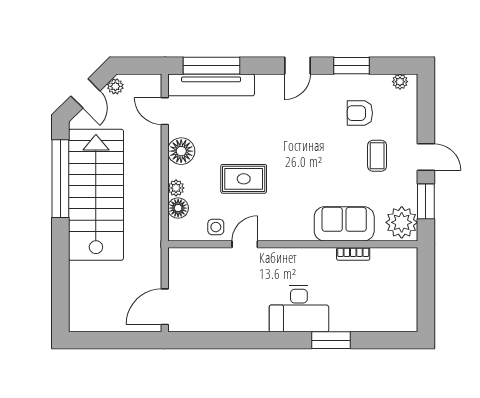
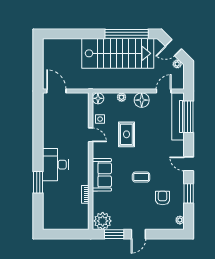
coffee table: (377, 156) -> (141, 177), moved
floor lamp: (178, 208) -> (98, 98), moved
sofa: (344, 224) -> (102, 175), moved

